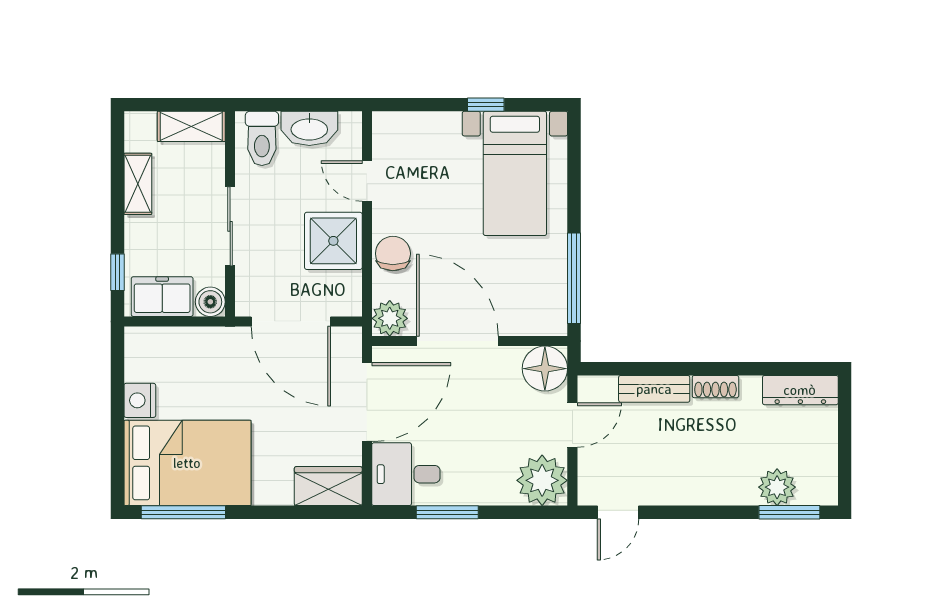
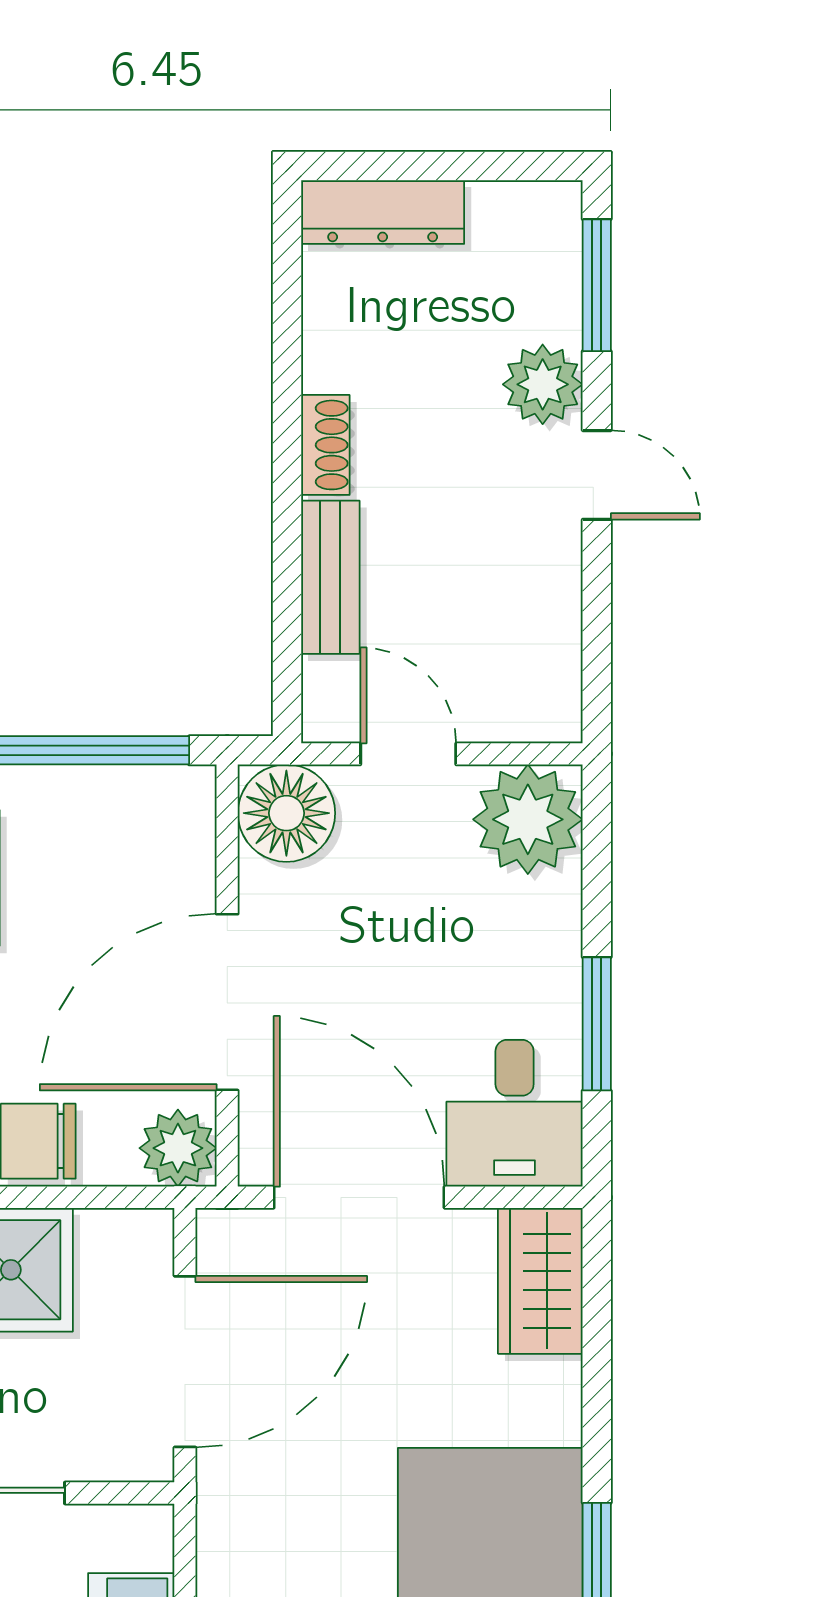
boiler: (210, 302) -> (142, 1535), removed
dresser: (800, 390) -> (383, 212), moved, turned 90
plant: (777, 487) -> (543, 384), moved
door: (618, 512) -> (597, 475), moved

